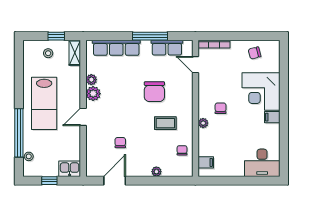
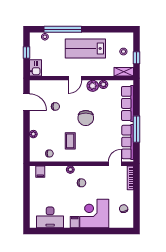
row of seats: (167, 48) -> (128, 142), width x1.48
chair: (154, 92) -> (86, 118), moved, turned -90
door: (83, 117) -> (75, 78), swing flipped
desk: (262, 163) -> (50, 217), moved, turned -90

